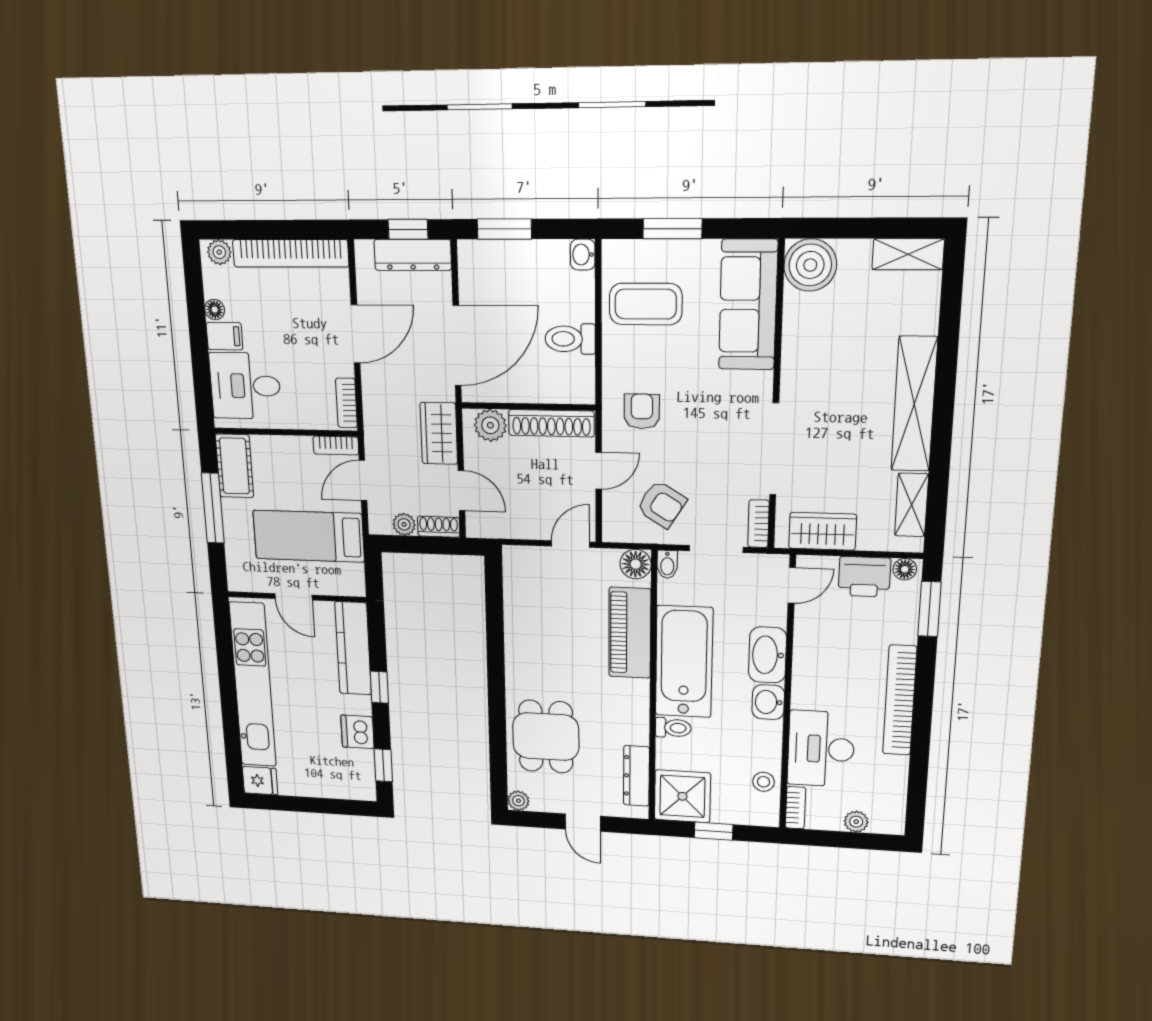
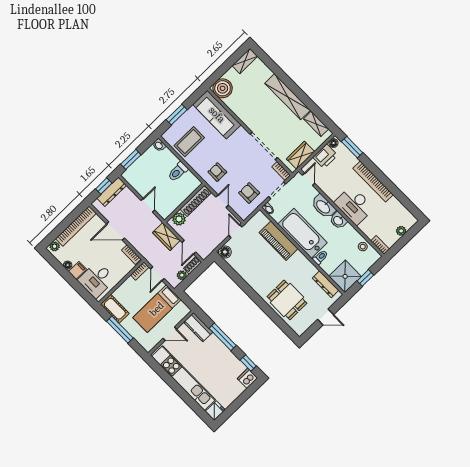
door: (356, 334) -> (116, 231), swing flipped
door: (457, 346) -> (148, 205), width x0.53
door: (461, 491) -> (189, 247), swing flipped
armchair: (661, 504) -> (249, 193), turned -122
floor lamp: (636, 564) -> (225, 252), moved
kitchen counter: (353, 648) -> (198, 327), width x0.67
window: (379, 687) -> (223, 337), width x2.17
dishwasher: (357, 732) -> (247, 378), moved, turned 90
desk: (821, 749) -> (354, 205), moved
plant: (518, 801) -> (300, 330), removed

